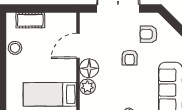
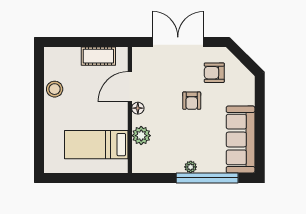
cot: (30, 20) -> (98, 56), moved
floor lamp: (89, 68) -> (138, 108), width x0.53, depth x0.53

